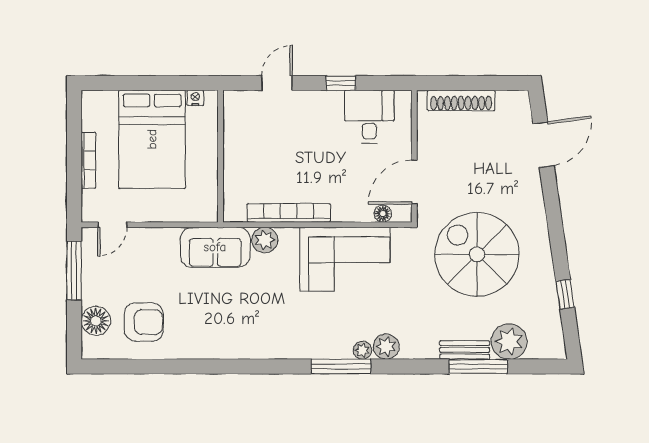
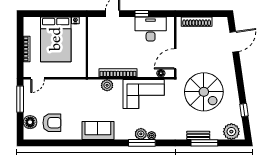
desk: (369, 117) -> (151, 29), width x1.37
sofa: (215, 247) -> (98, 131), moved, turned 180
spiral stairs: (477, 254) -> (204, 92), turned 180
plant: (509, 342) -> (231, 132), moved
plant: (386, 347) -> (141, 134), moved

